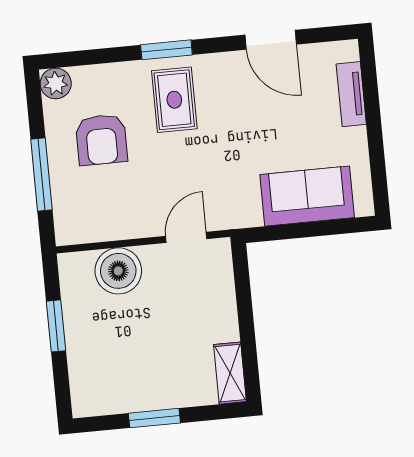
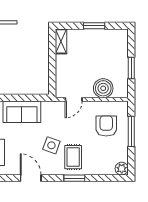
side table: (229, 123) -> (51, 145), added
armchair: (101, 140) -> (106, 126), moved

